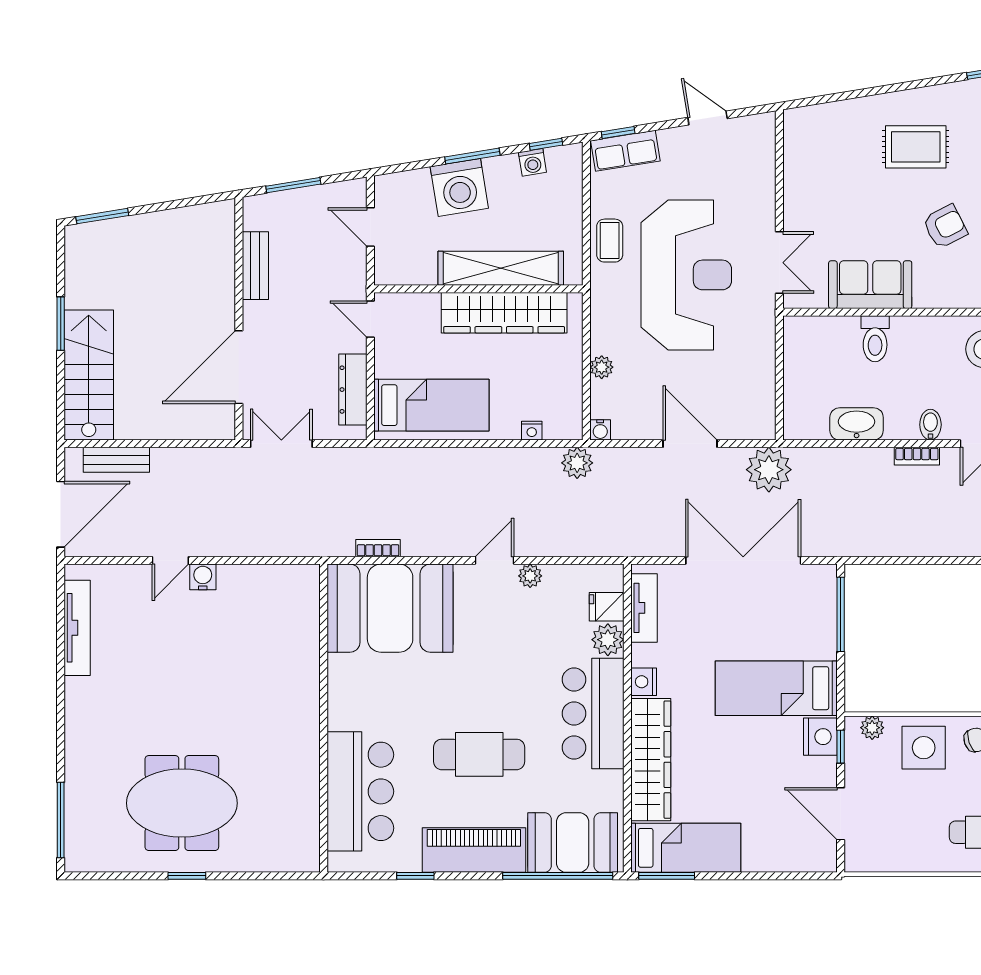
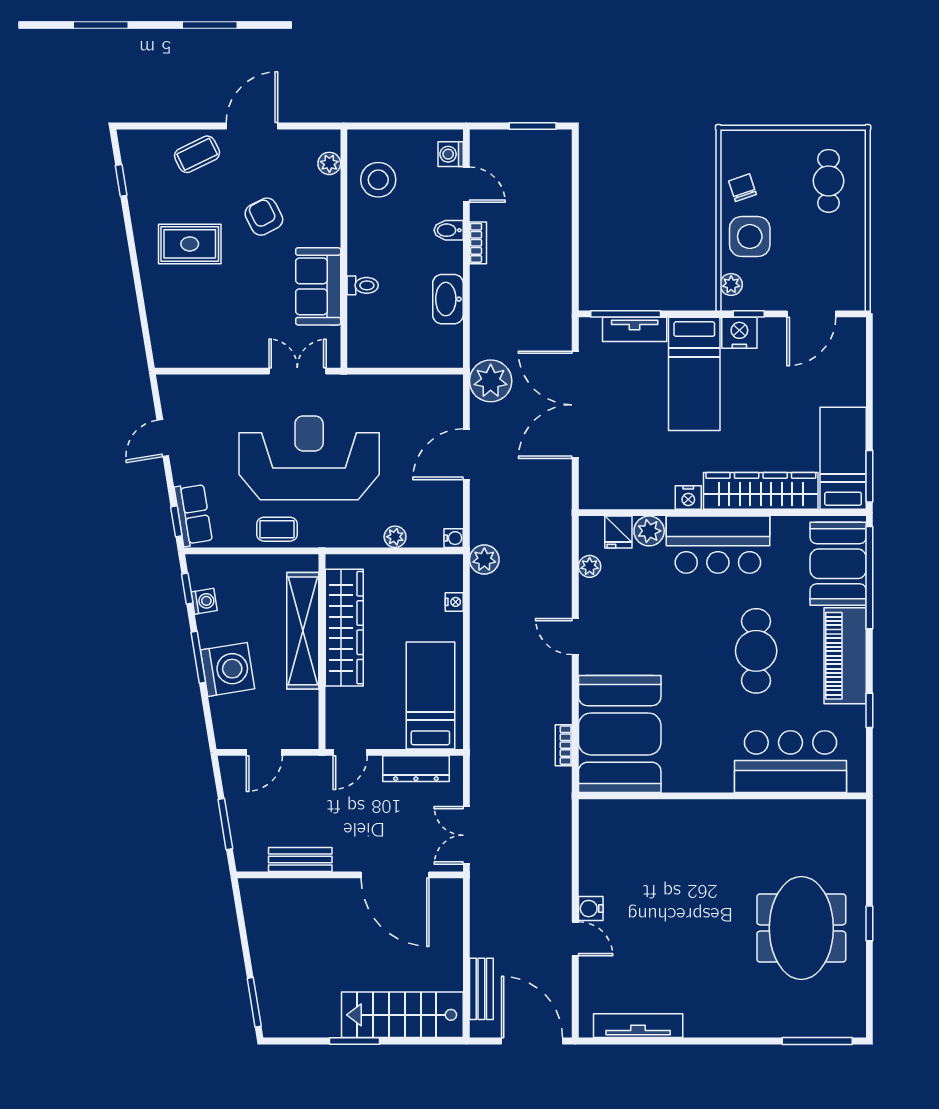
rug: (916, 147) -> (190, 244), turned 90
toilet: (875, 339) -> (363, 285), width x0.73, depth x0.72
plant: (530, 576) -> (590, 566), moved
tv unit: (644, 608) -> (635, 329), moved, turned 180

